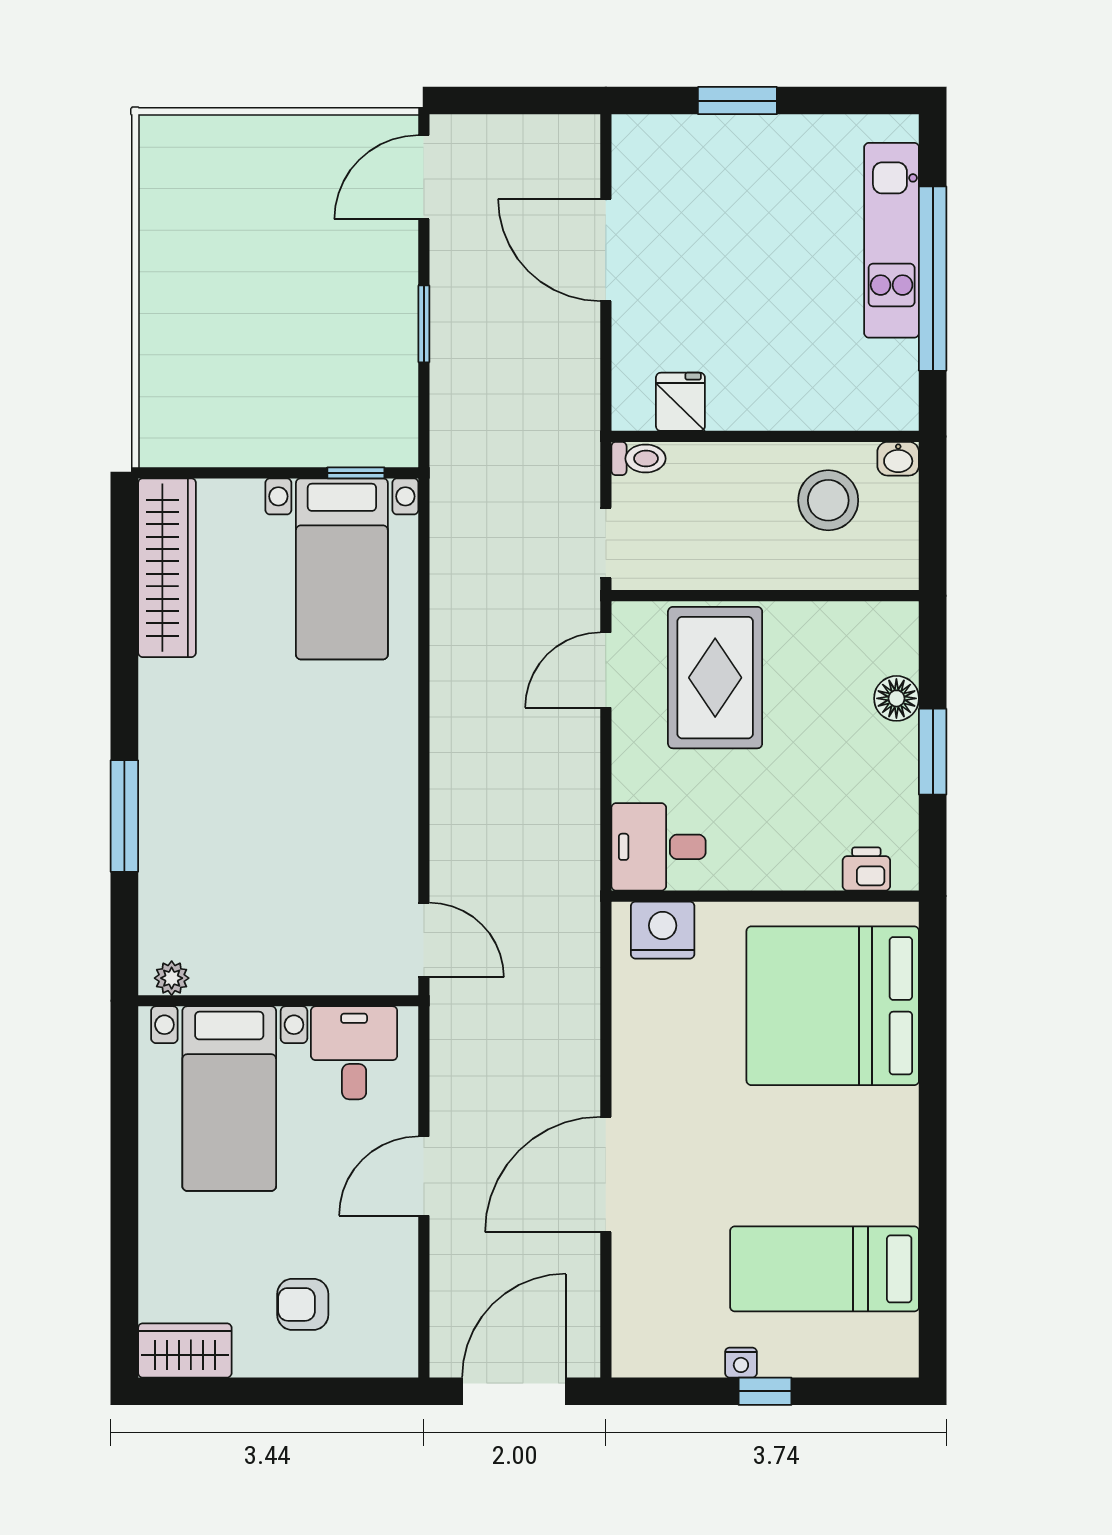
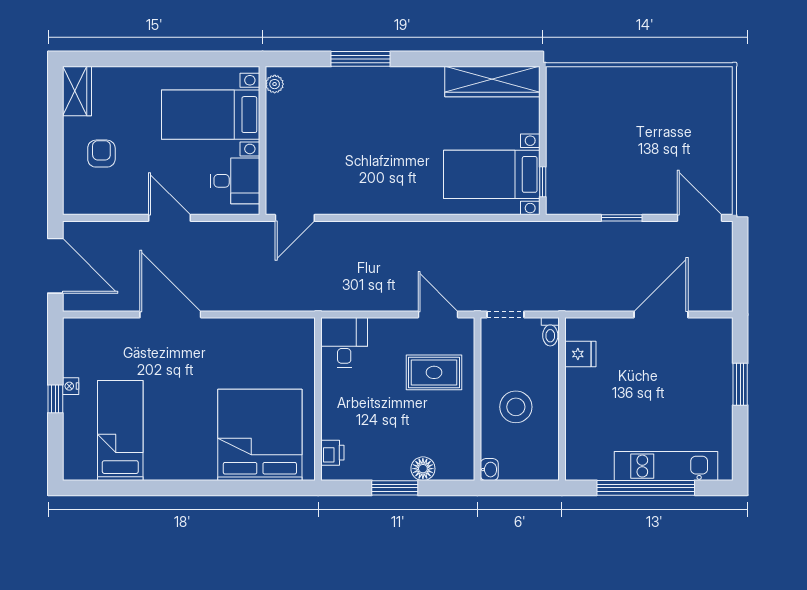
washbasin: (898, 459) -> (489, 470), moved, turned 180
stool: (828, 500) -> (516, 407), moved
rug: (715, 678) -> (434, 372), width x0.73, depth x0.70
nightstand: (663, 930) -> (300, 345), removed

